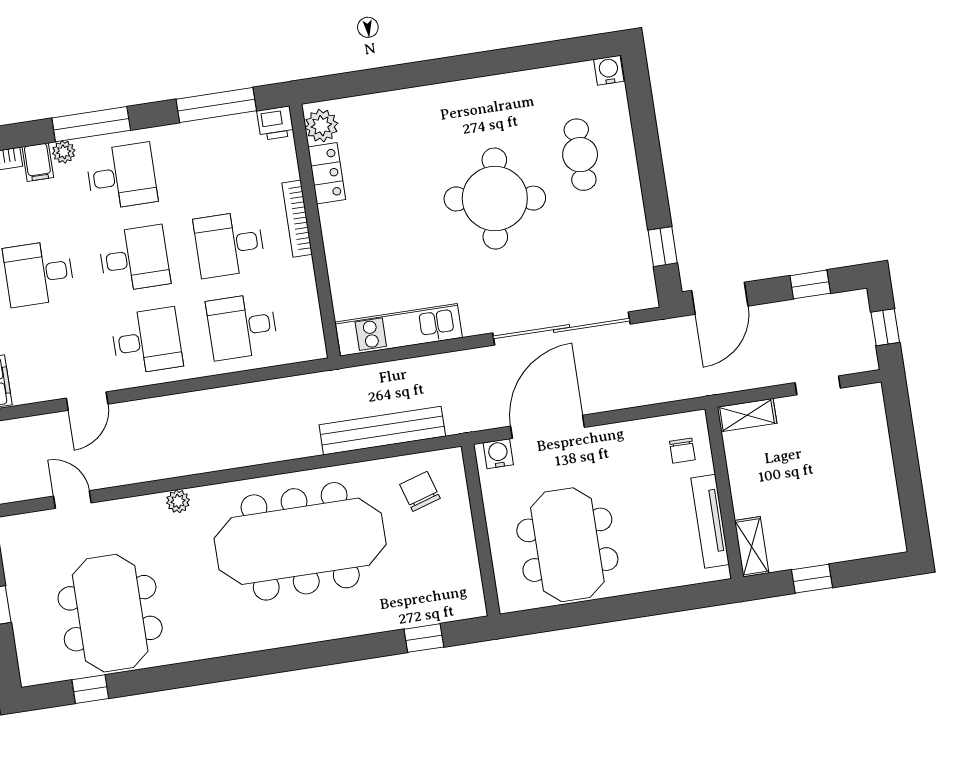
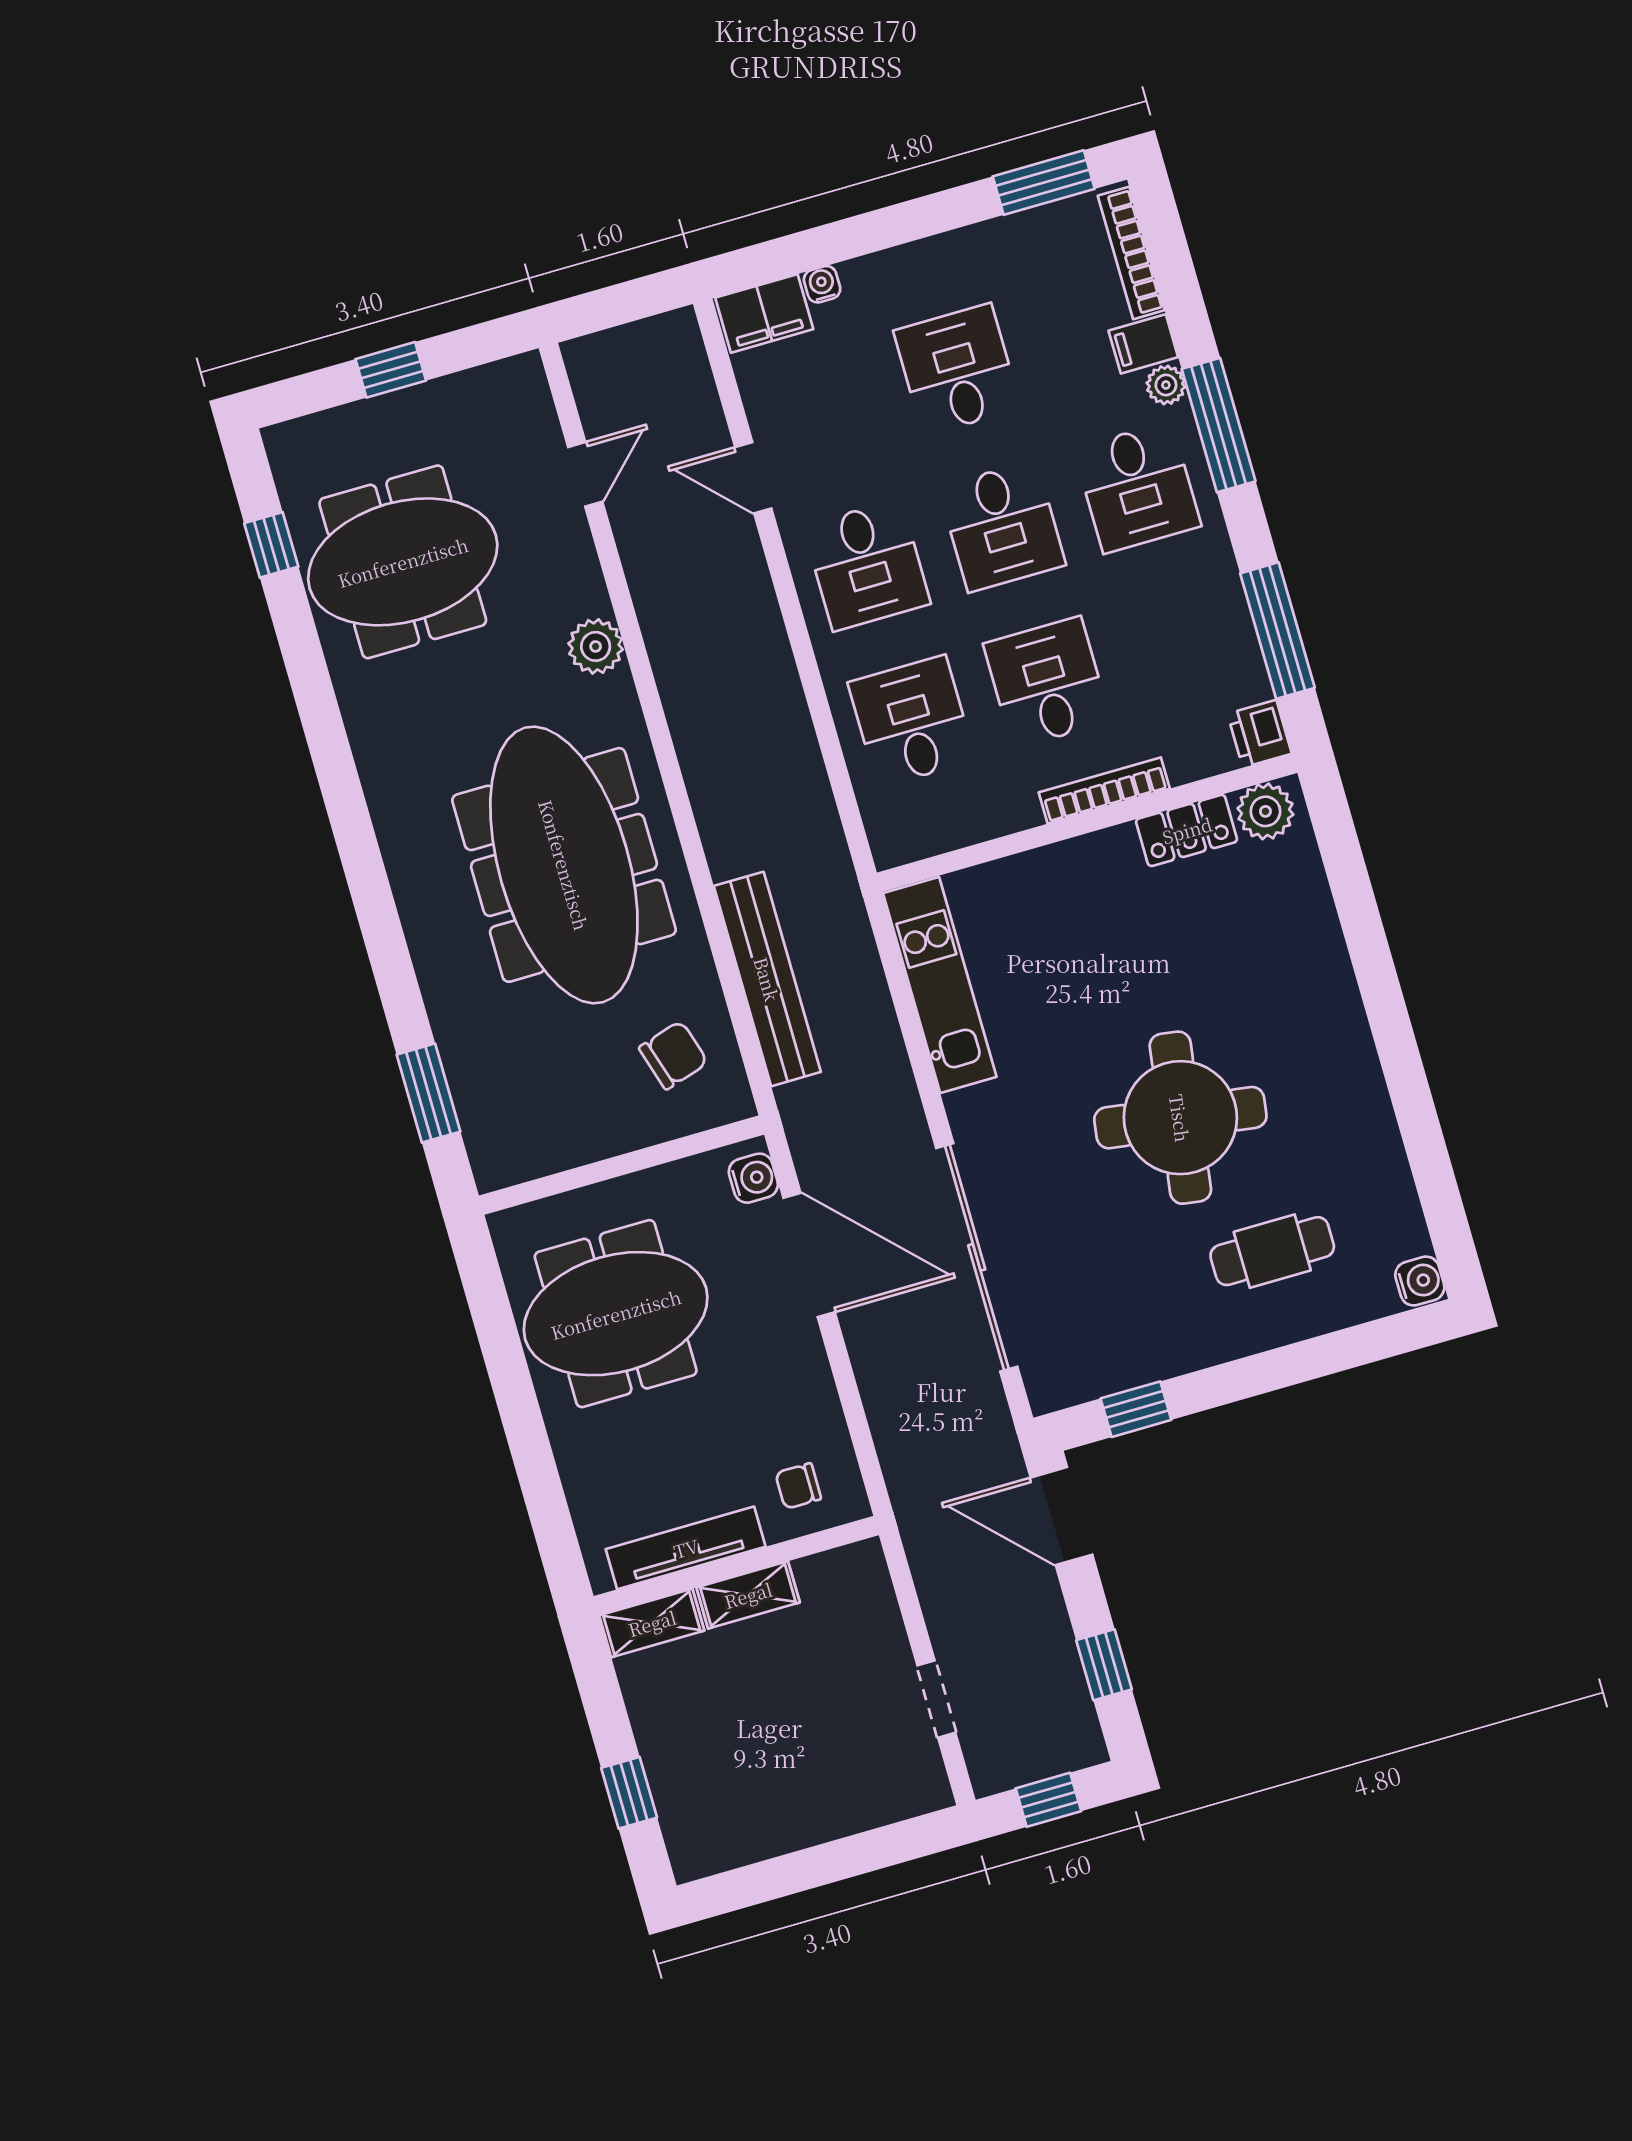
shelving: (747, 415) -> (748, 1595), moved, turned 90
plant: (178, 501) -> (596, 646), width x1.38, depth x1.38
window: (812, 579) -> (629, 1793), moved
window: (424, 638) -> (428, 1093), width x1.50

